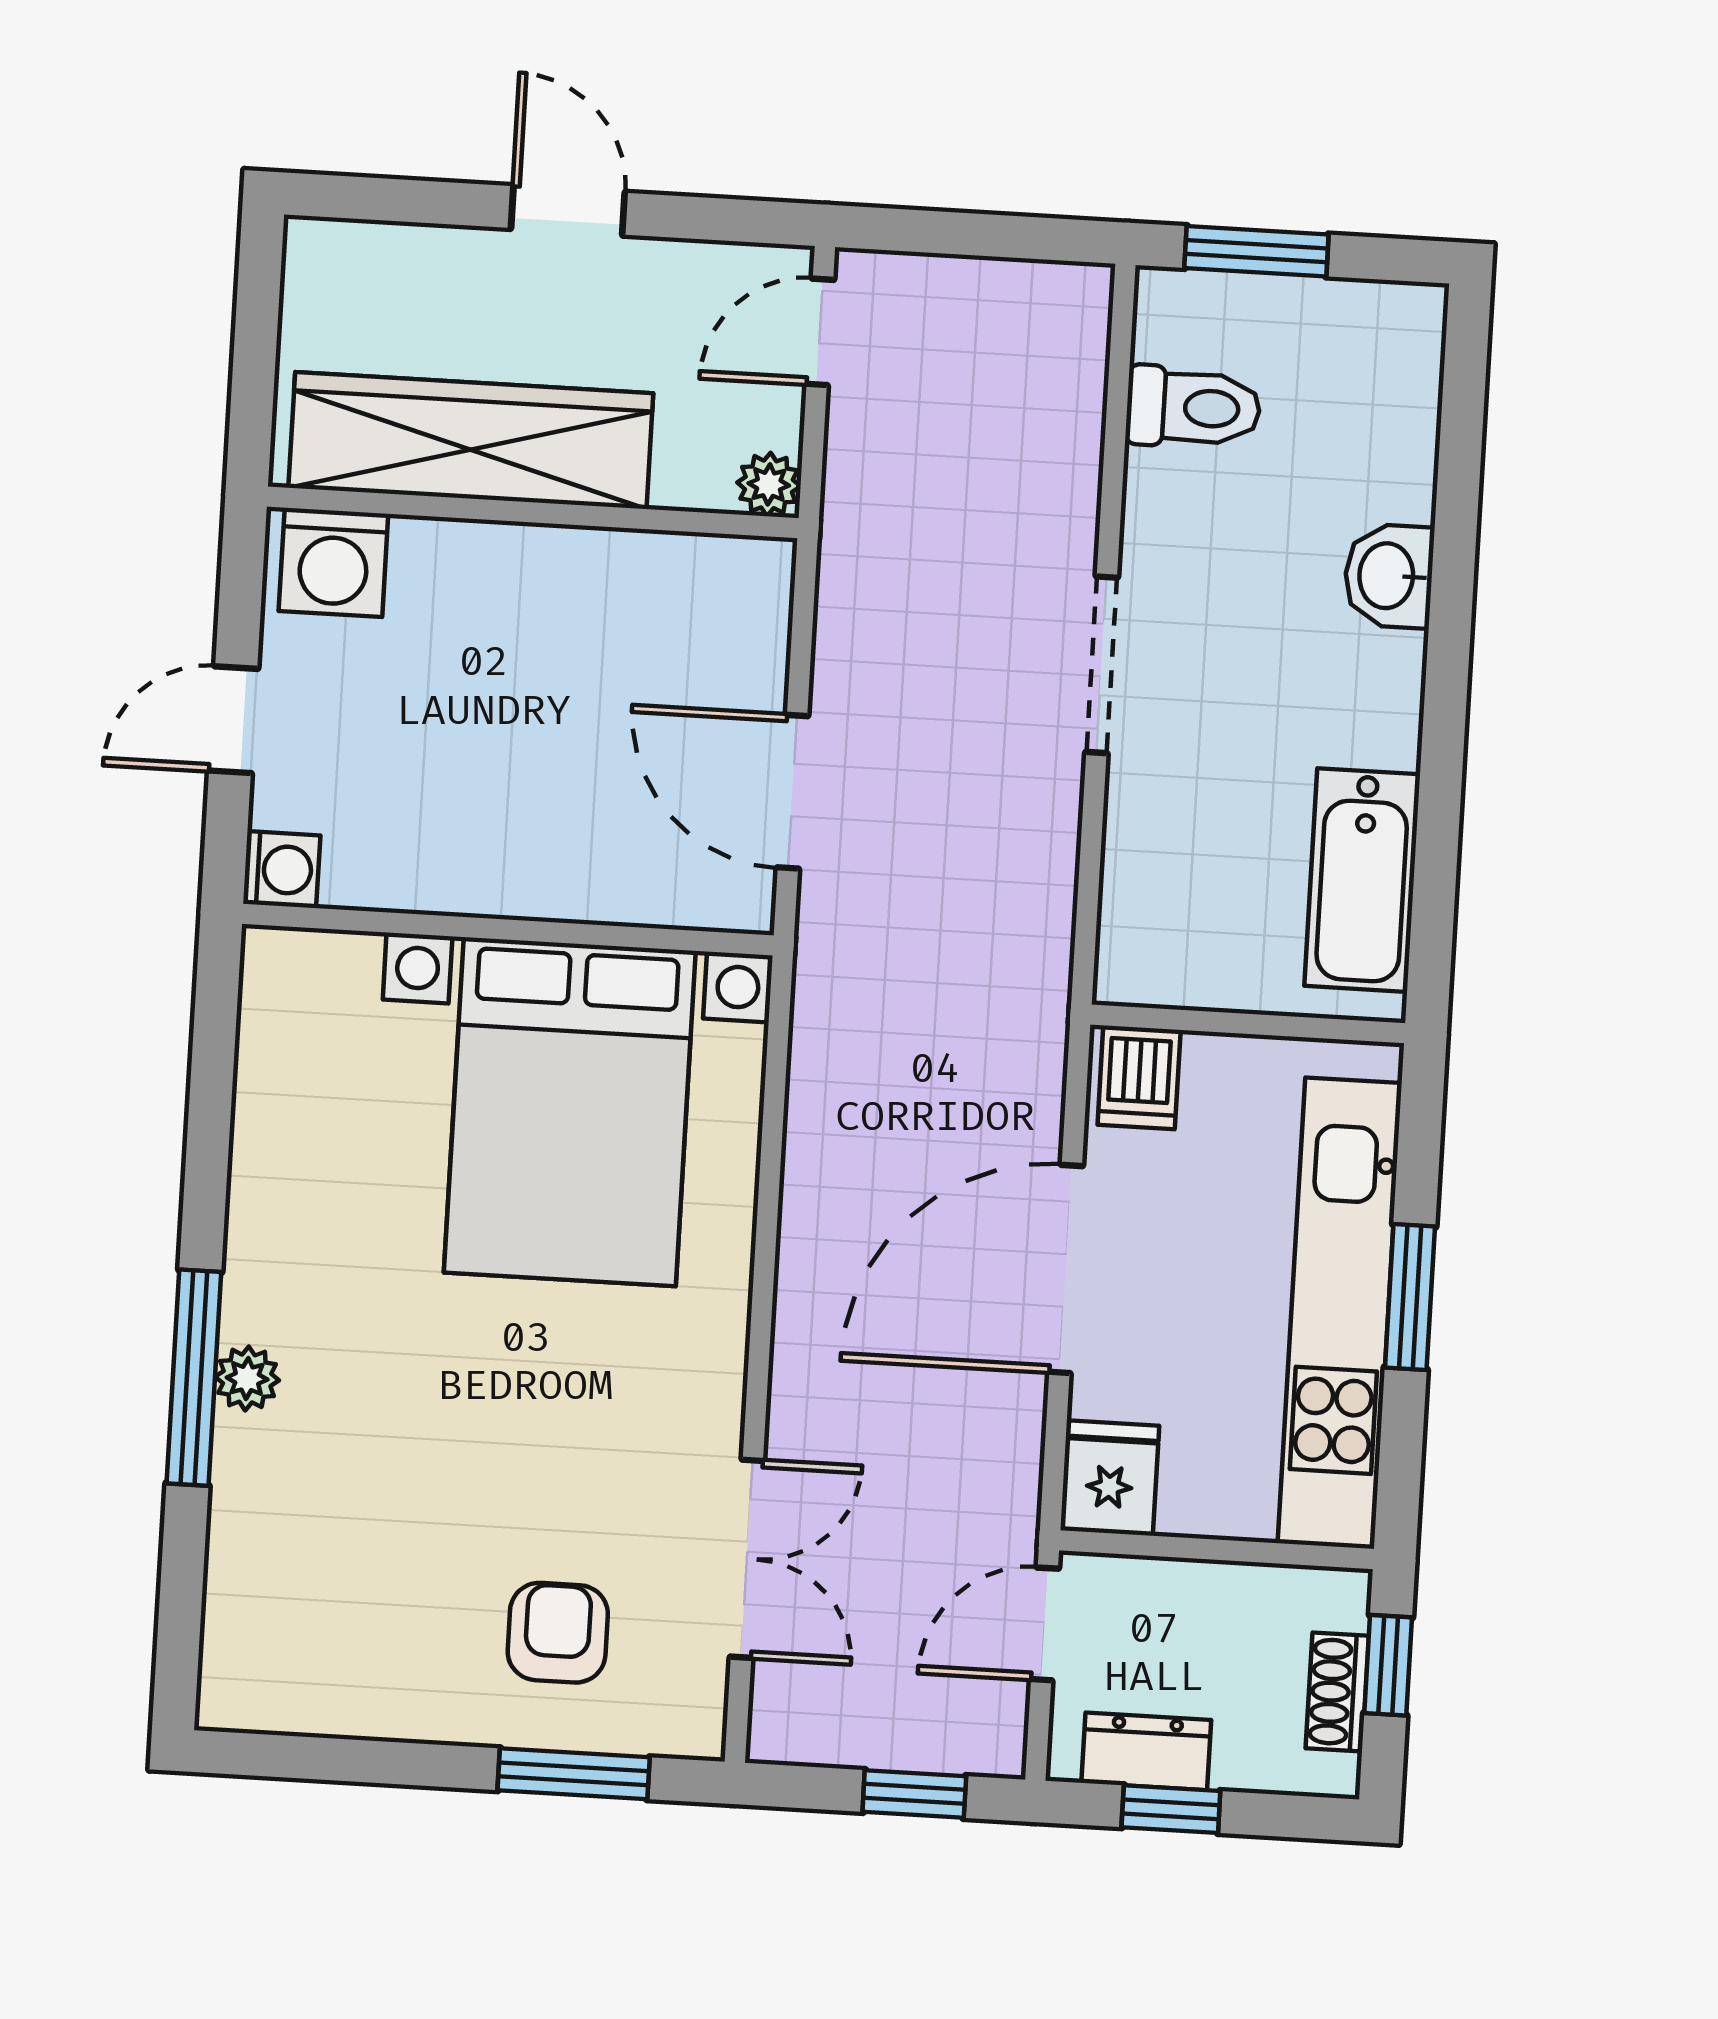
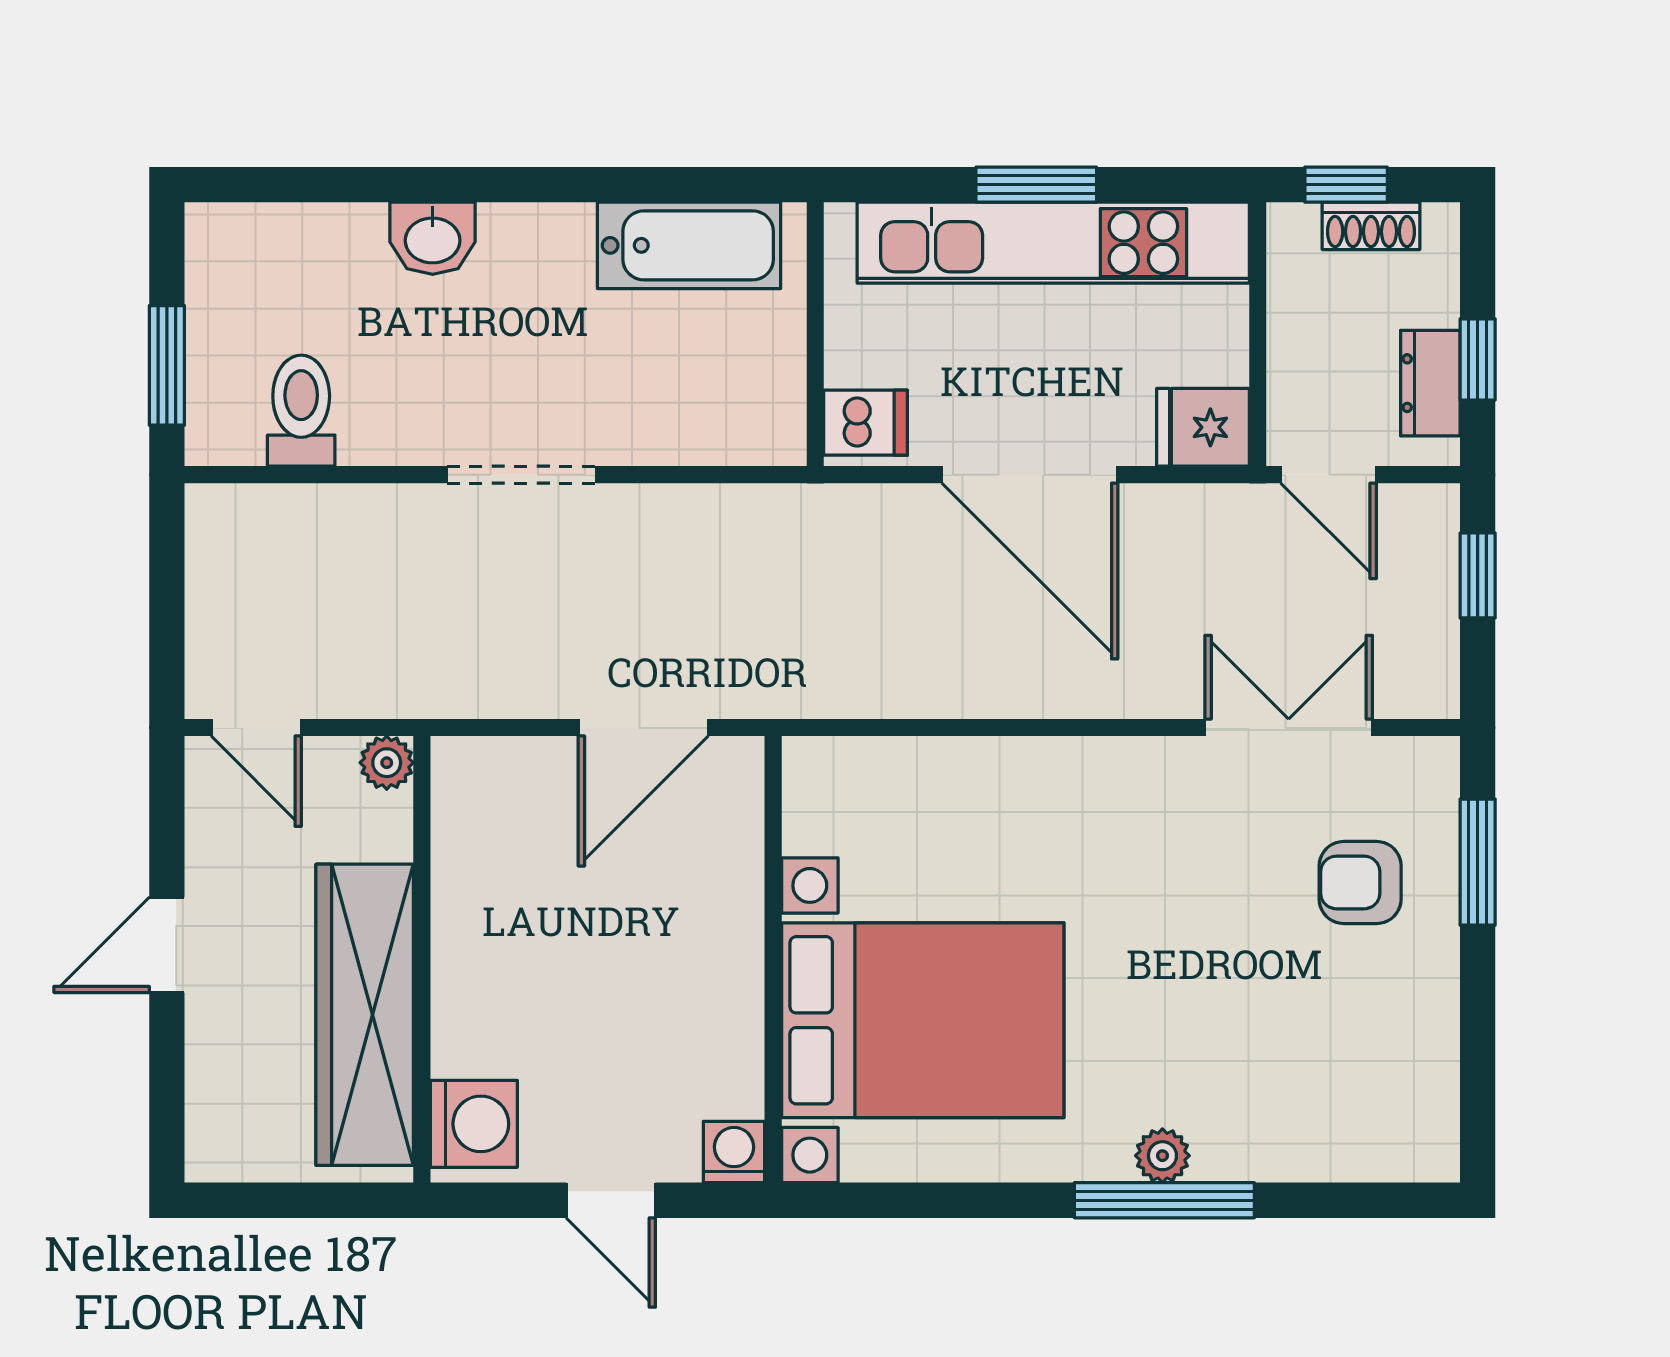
bed with nightstands: (570, 1112) -> (923, 1020), moved

